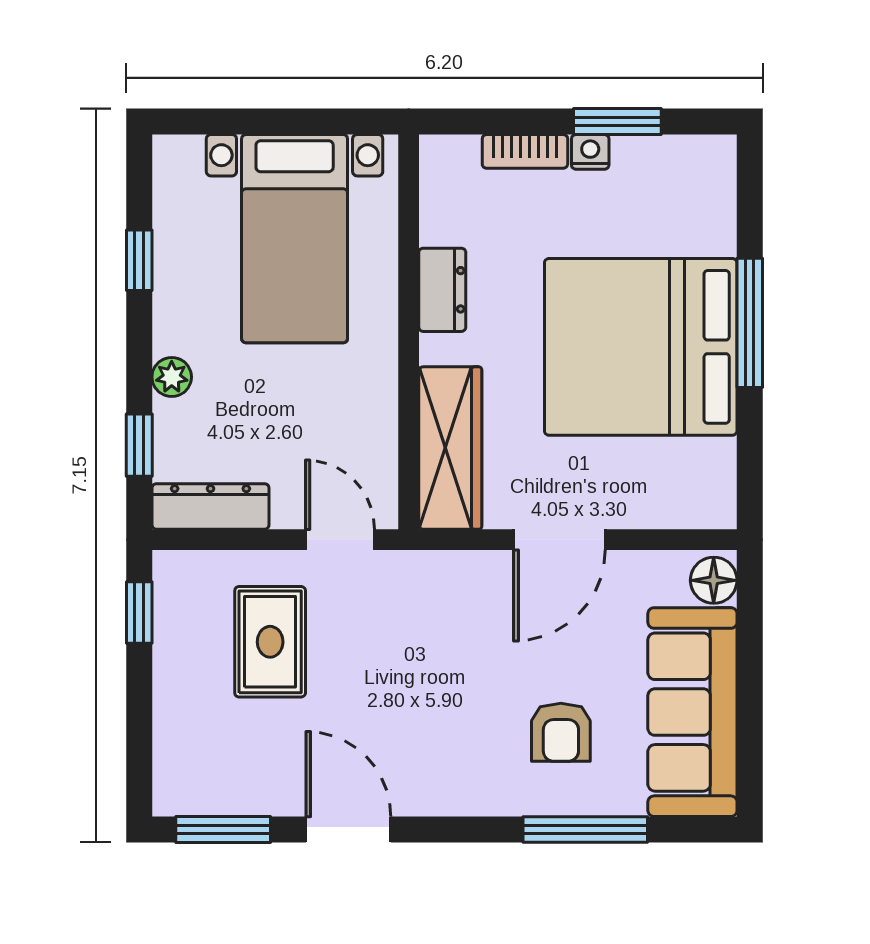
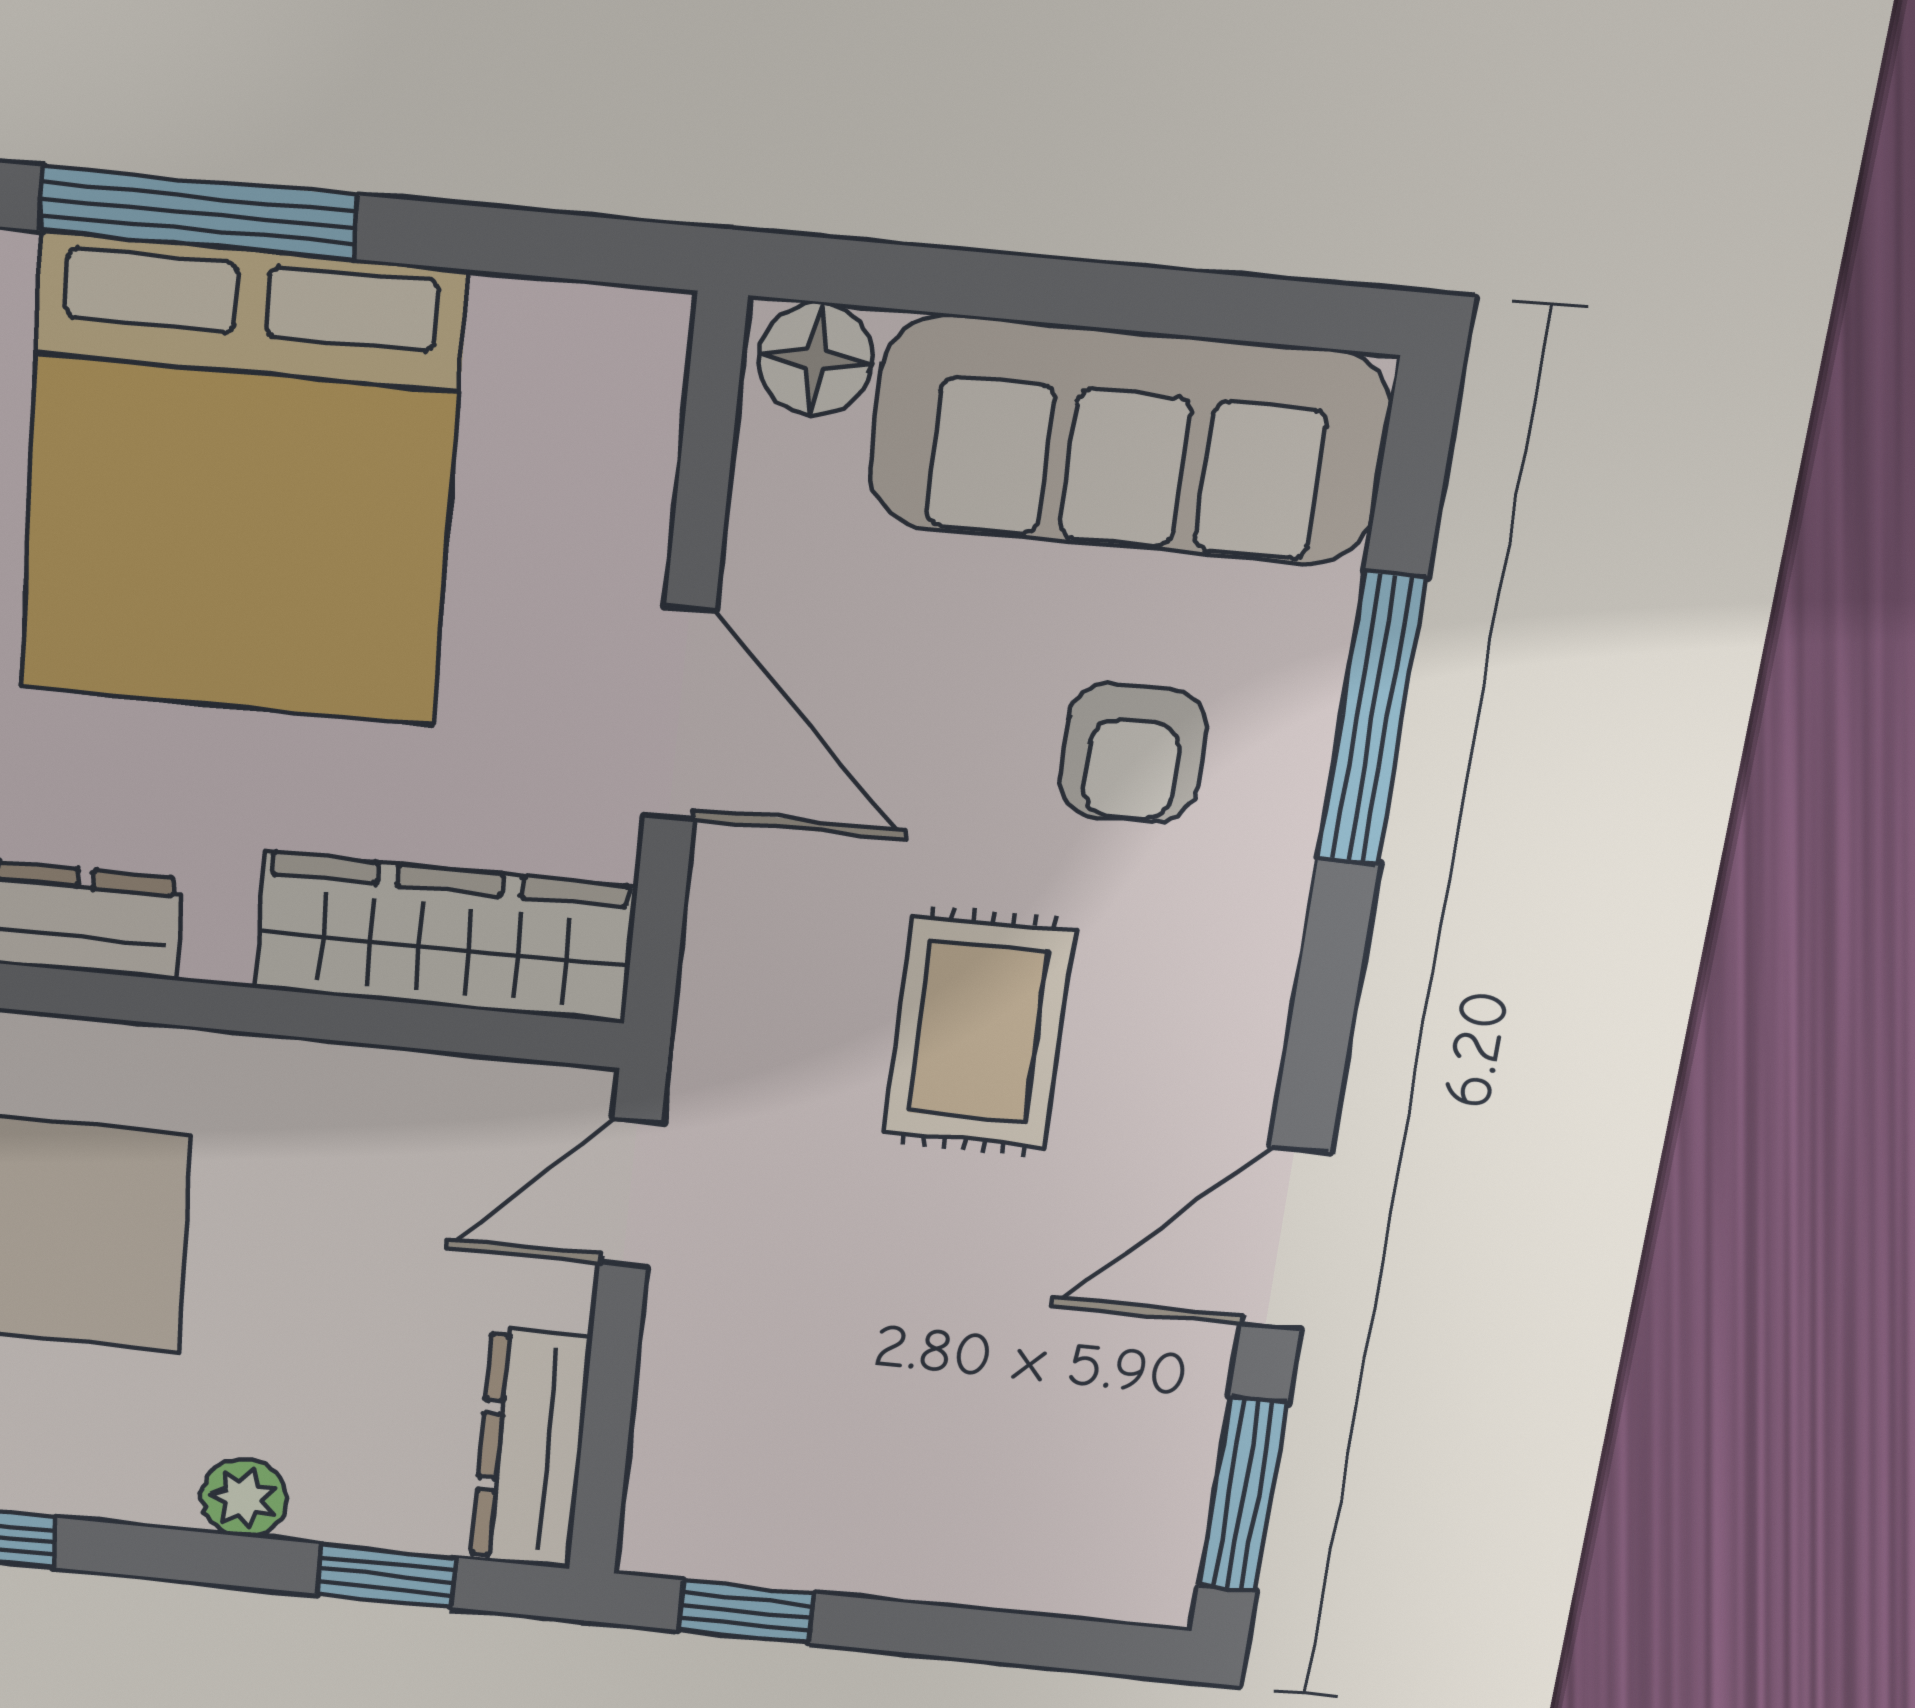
rug: (270, 642) -> (978, 1032), moved, turned 90
armchair: (561, 732) -> (1133, 753), turned 90

